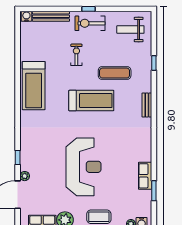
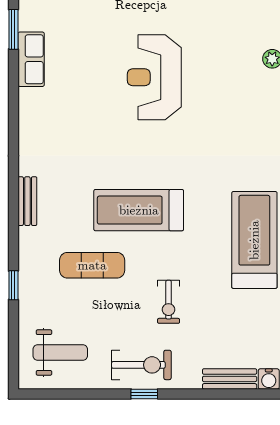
bench: (51, 16) -> (230, 379), width x0.73
reception desk: (84, 167) -> (154, 77), width x0.74, depth x0.77

